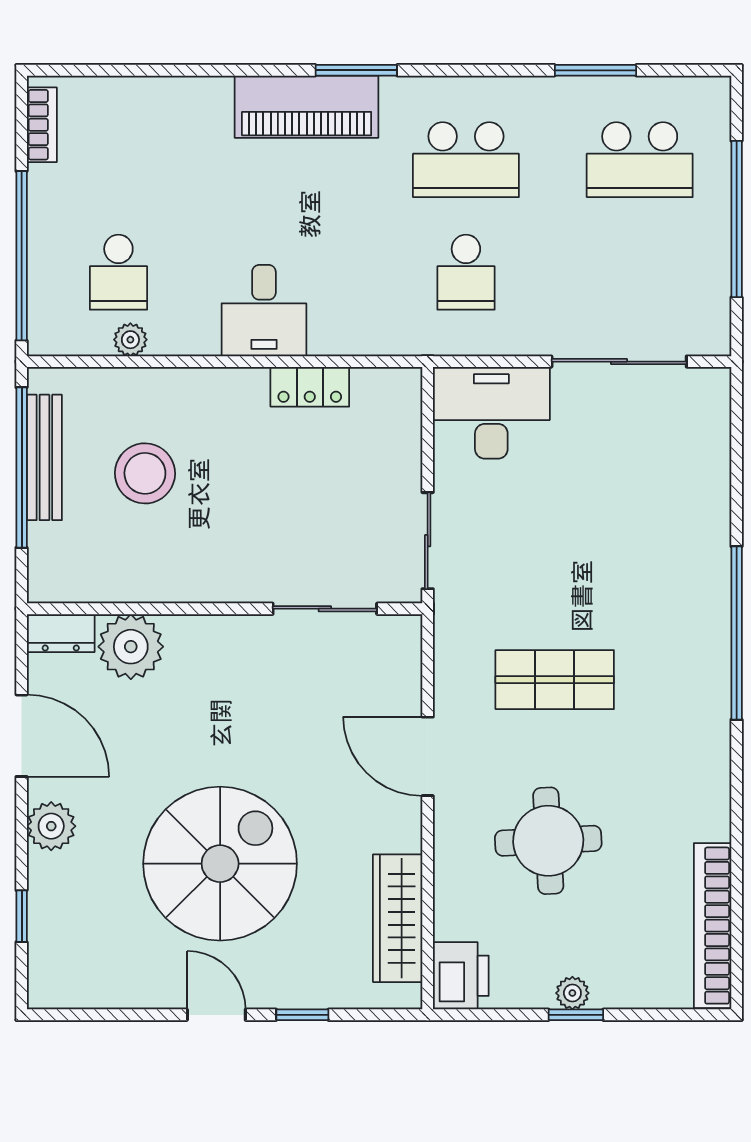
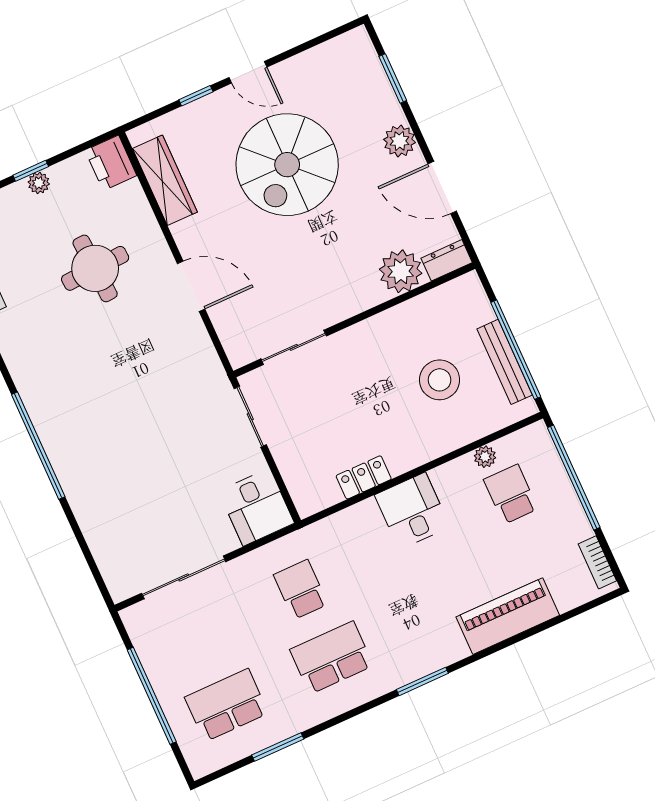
piano: (307, 107) -> (508, 616), moved
desk: (491, 413) -> (256, 507), width x0.73
shop shelf: (555, 680) -> (135, 368), removed
window: (22, 916) -> (393, 78), width x1.50

